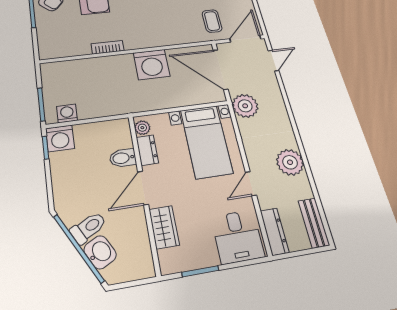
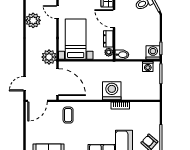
coffee table: (212, 21) -> (68, 115), moved
washing machine: (152, 65) -> (112, 91), moved
bidet: (123, 158) -> (122, 55), moved
door: (251, 184) -> (58, 12), swing flipped
door: (143, 188) -> (114, 19), swing flipped

